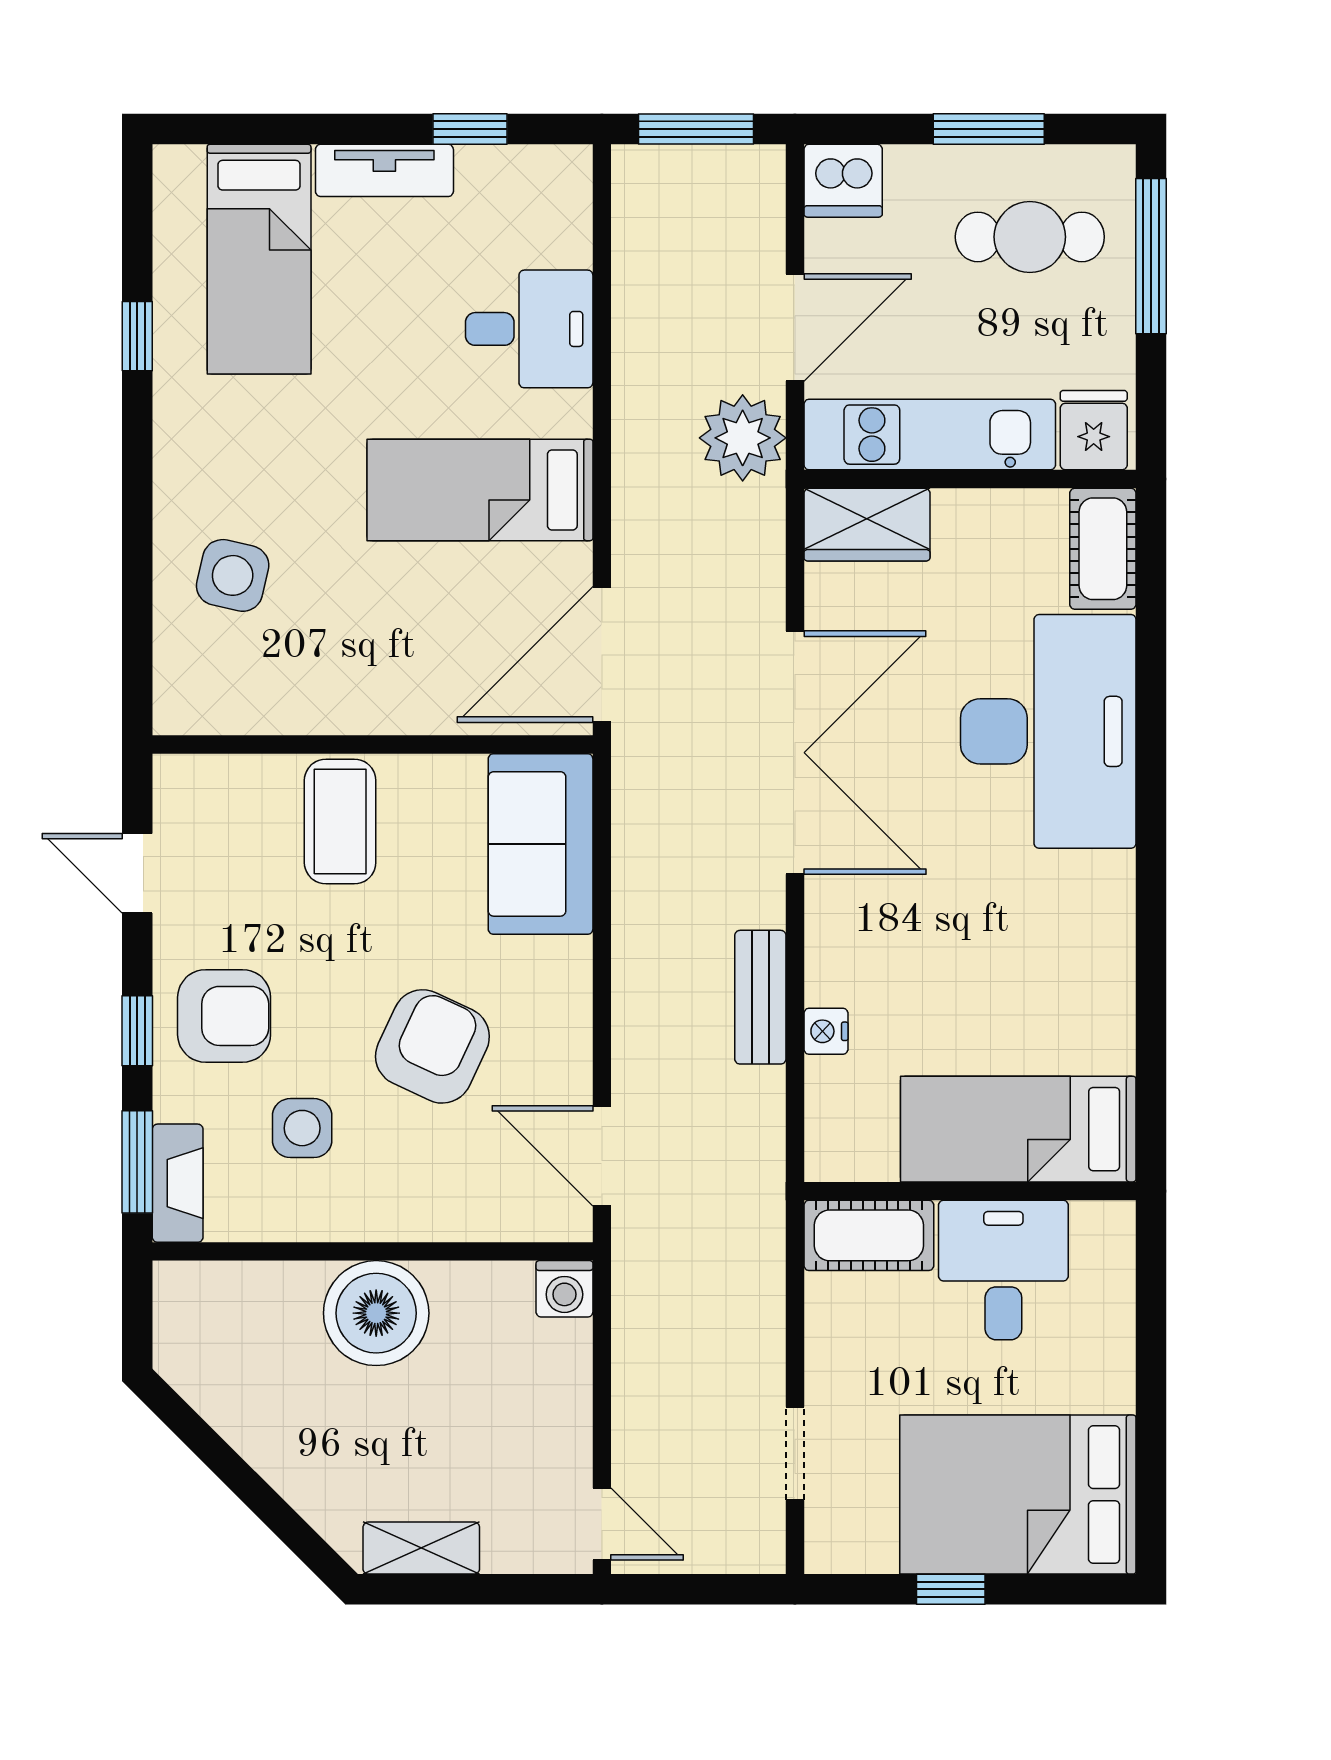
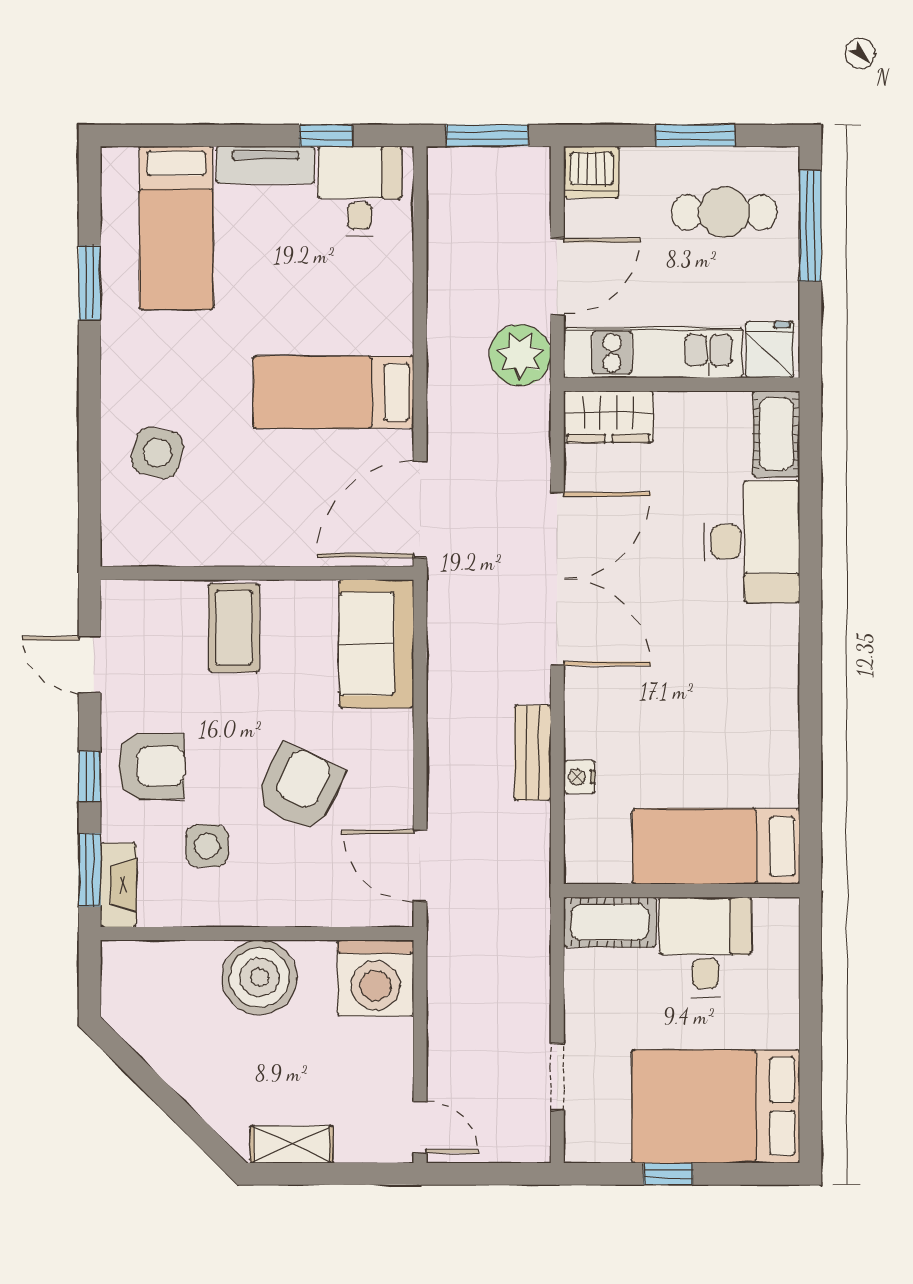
desk: (529, 329) -> (360, 191), moved, turned -90
window: (137, 336) -> (90, 283), width x1.50
desk: (1048, 731) -> (752, 542), width x0.73, depth x0.77
washing machine: (564, 1289) -> (376, 978), width x1.89, depth x1.89

